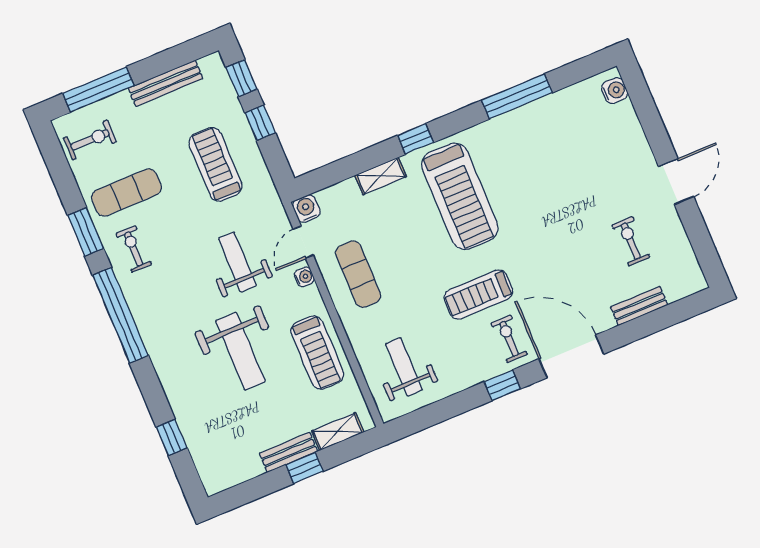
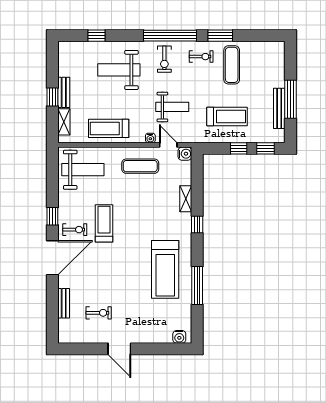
window: (98, 90) -> (290, 99), moved
exercise bike: (90, 140) -> (164, 59), moved
treadmill: (460, 196) -> (165, 269), moved, turned -90
weight bench: (240, 351) -> (119, 70), moved
weight bench: (404, 367) -> (83, 170), width x1.36, depth x1.33

